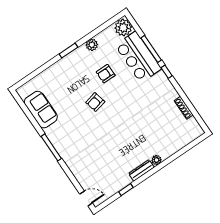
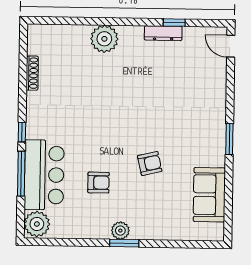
plant: (92, 45) -> (120, 231), moved
armchair: (95, 102) -> (150, 163), moved
window: (51, 147) -> (229, 139), width x0.69
plant: (156, 160) -> (104, 39), width x1.87, depth x1.87
dresser: (141, 170) -> (163, 33), moved

